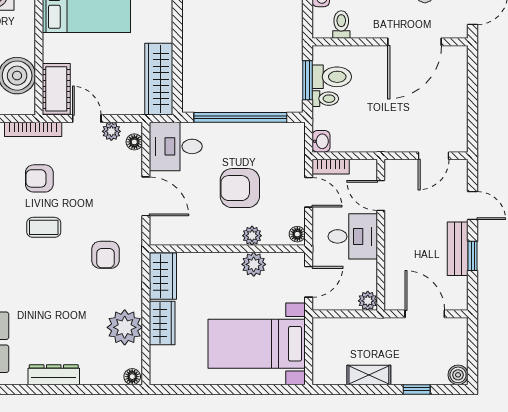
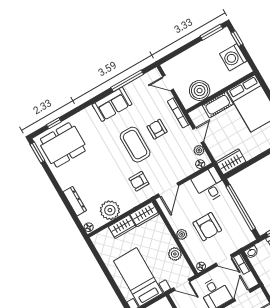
wardrobe: (159, 79) -> (231, 162), width x0.67
cot: (56, 89) -> (218, 105), moved
armchair: (240, 188) -> (207, 227), turned 180
door: (309, 192) -> (224, 260), hinge flipped
door: (146, 196) -> (168, 190), moved
coffee table: (44, 227) -> (135, 145), width x1.86, depth x1.72
plant: (252, 236) -> (182, 234), moved
dresser: (54, 375) -> (75, 201), moved

